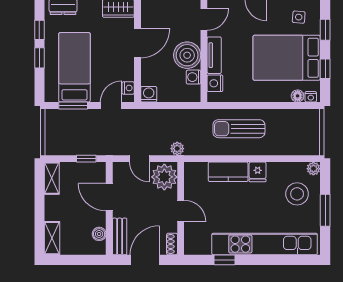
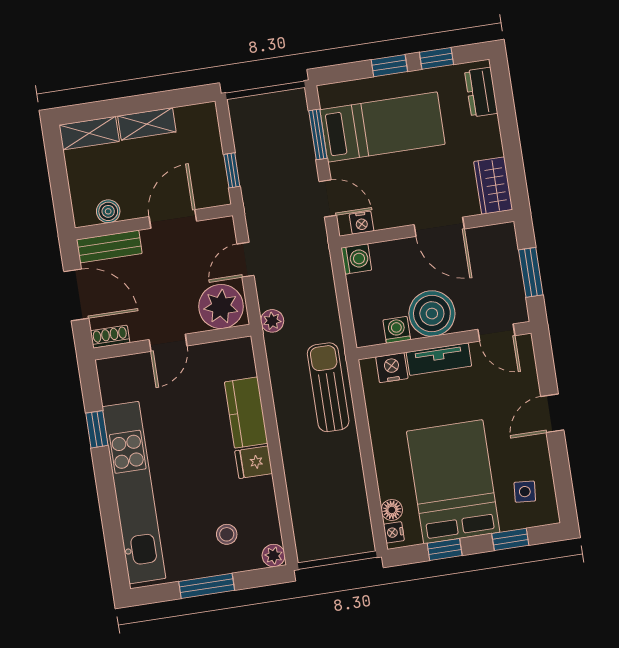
sun lounger: (239, 129) -> (328, 387), moved
shelving: (52, 178) -> (147, 124), moved
stool: (297, 194) -> (227, 534), width x0.53, depth x0.53

